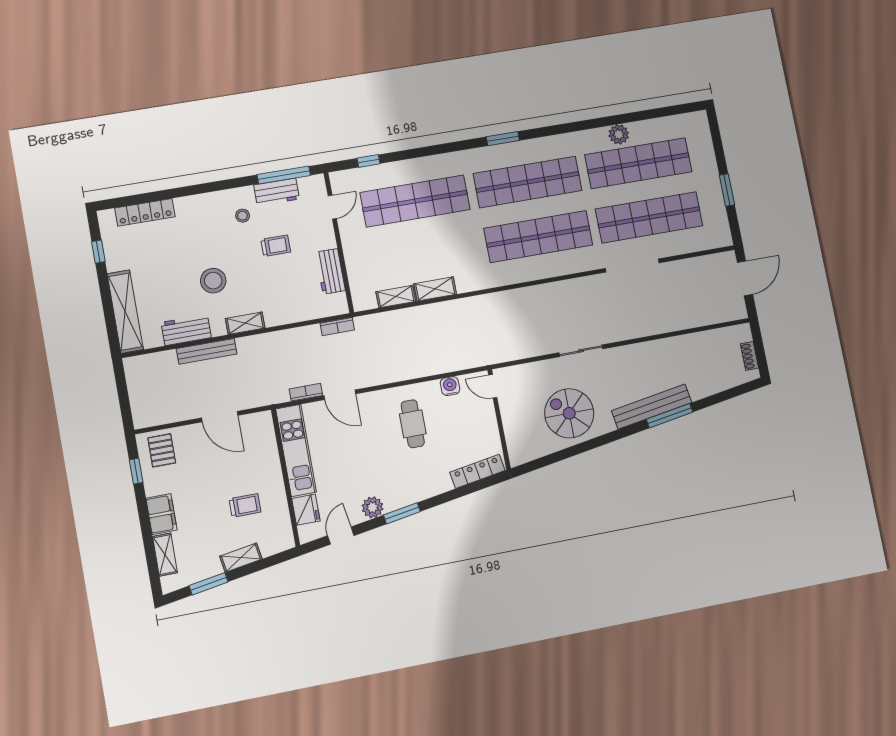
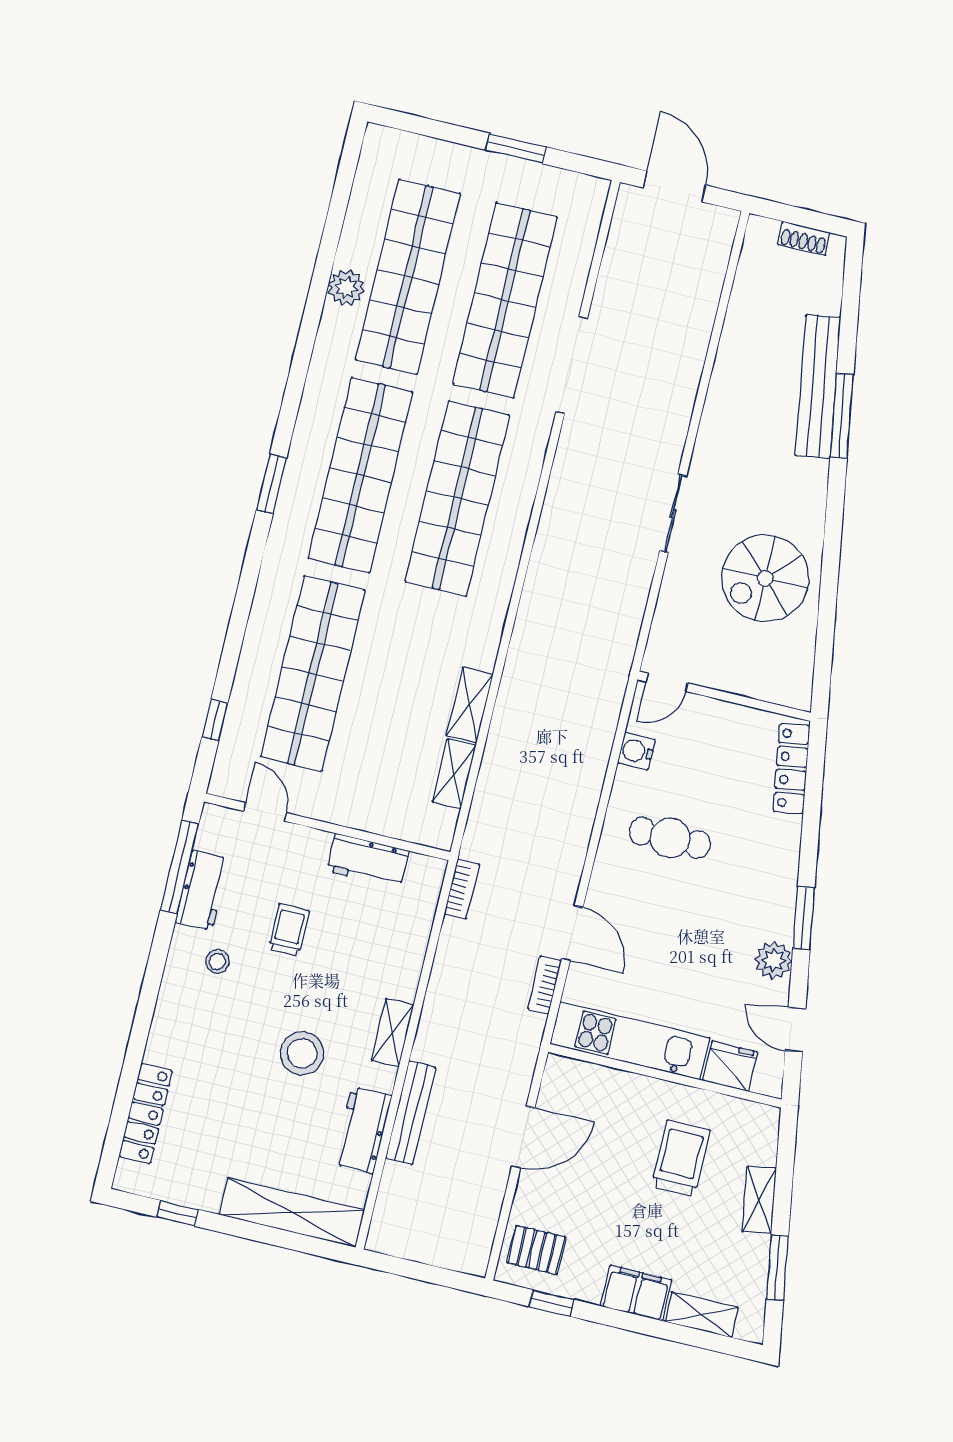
door: (340, 395) -> (572, 933), hinge flipped
bench: (652, 407) -> (818, 386), moved
trolley: (245, 505) -> (681, 1158), width x1.36, depth x1.39

